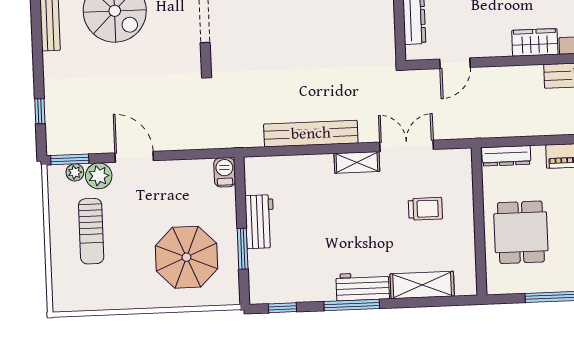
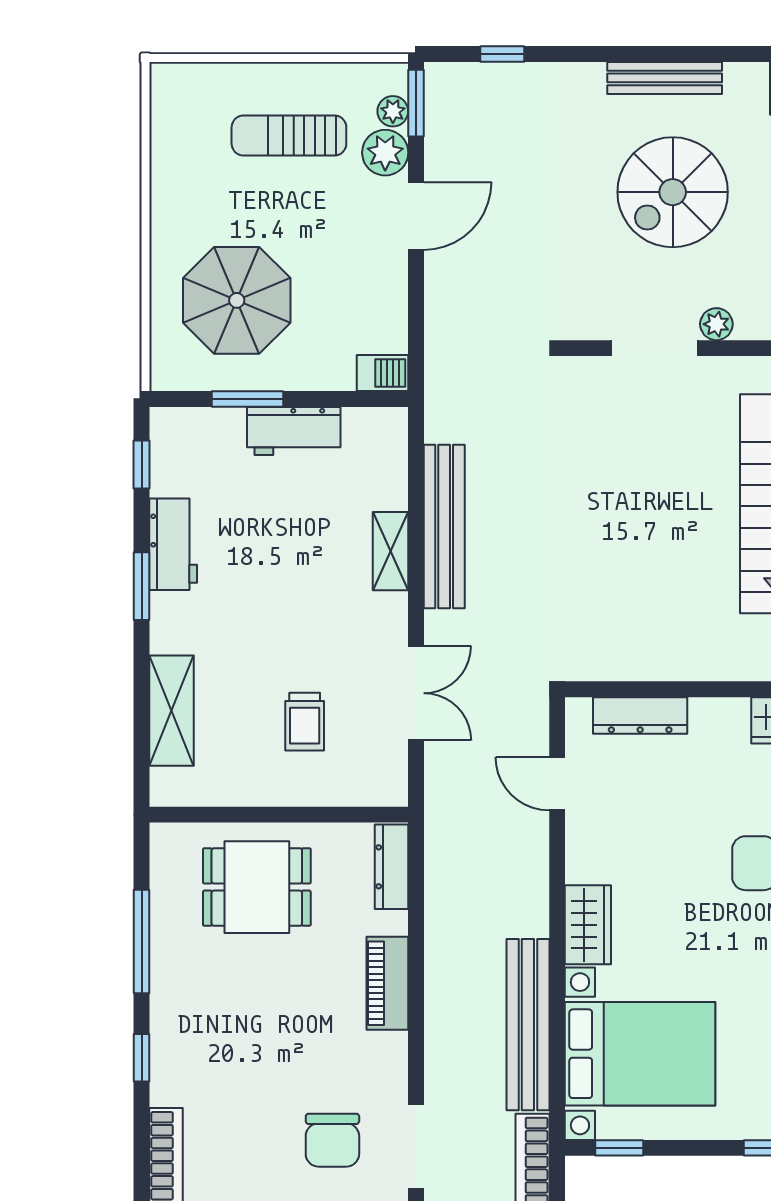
shelving: (357, 162) -> (391, 551), moved
workbench: (363, 286) -> (173, 544), moved
window: (352, 305) -> (142, 586), width x0.69

